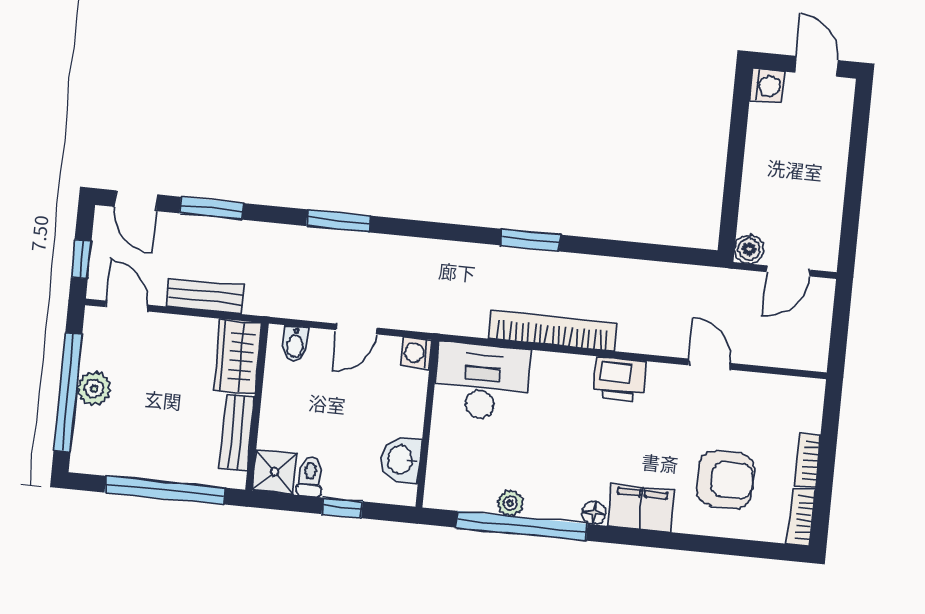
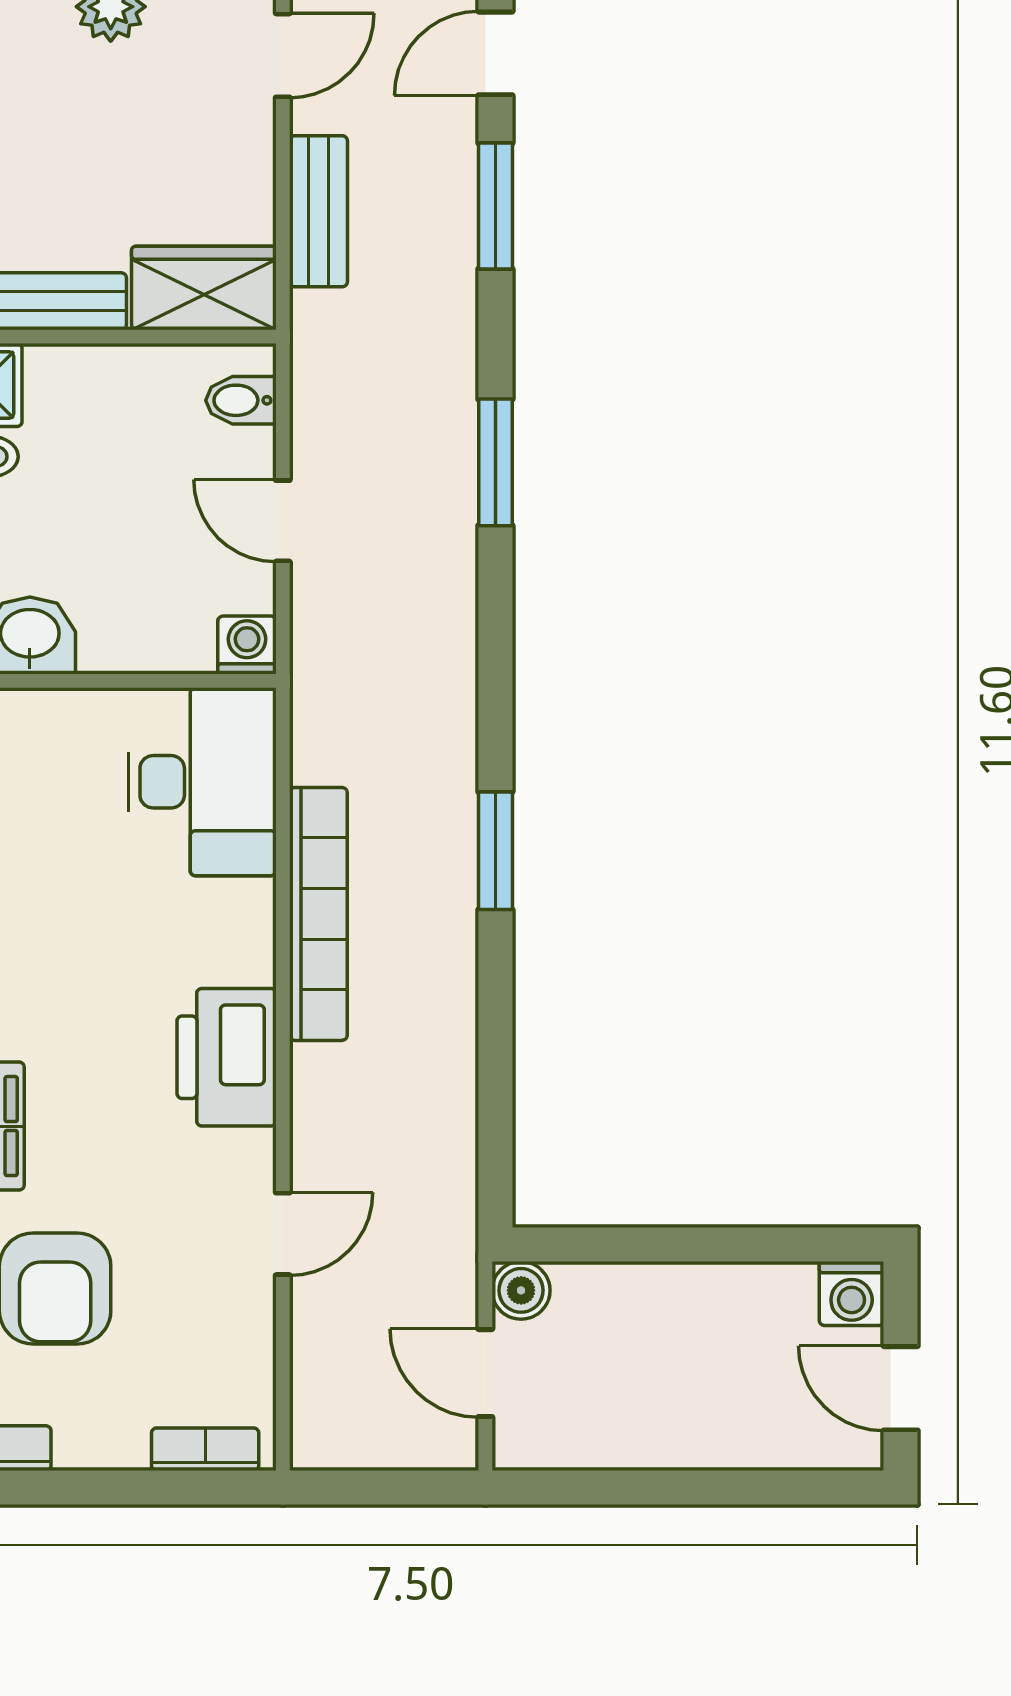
door: (816, 66) -> (901, 1388), swing flipped
printer: (620, 379) -> (227, 1057), width x1.37, depth x1.19
bookcase: (807, 460) -> (205, 1449), moved

